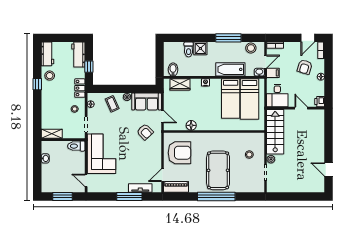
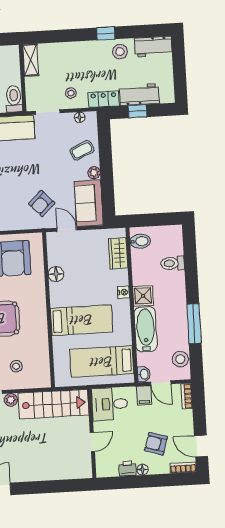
shower: (200, 48) -> (143, 296), moved
workbench: (78, 55) -> (139, 95), moved
bed: (231, 99) -> (82, 320), moved, turned 180
printer: (320, 102) -> (128, 468), moved
door: (163, 117) -> (67, 229), swing flipped

